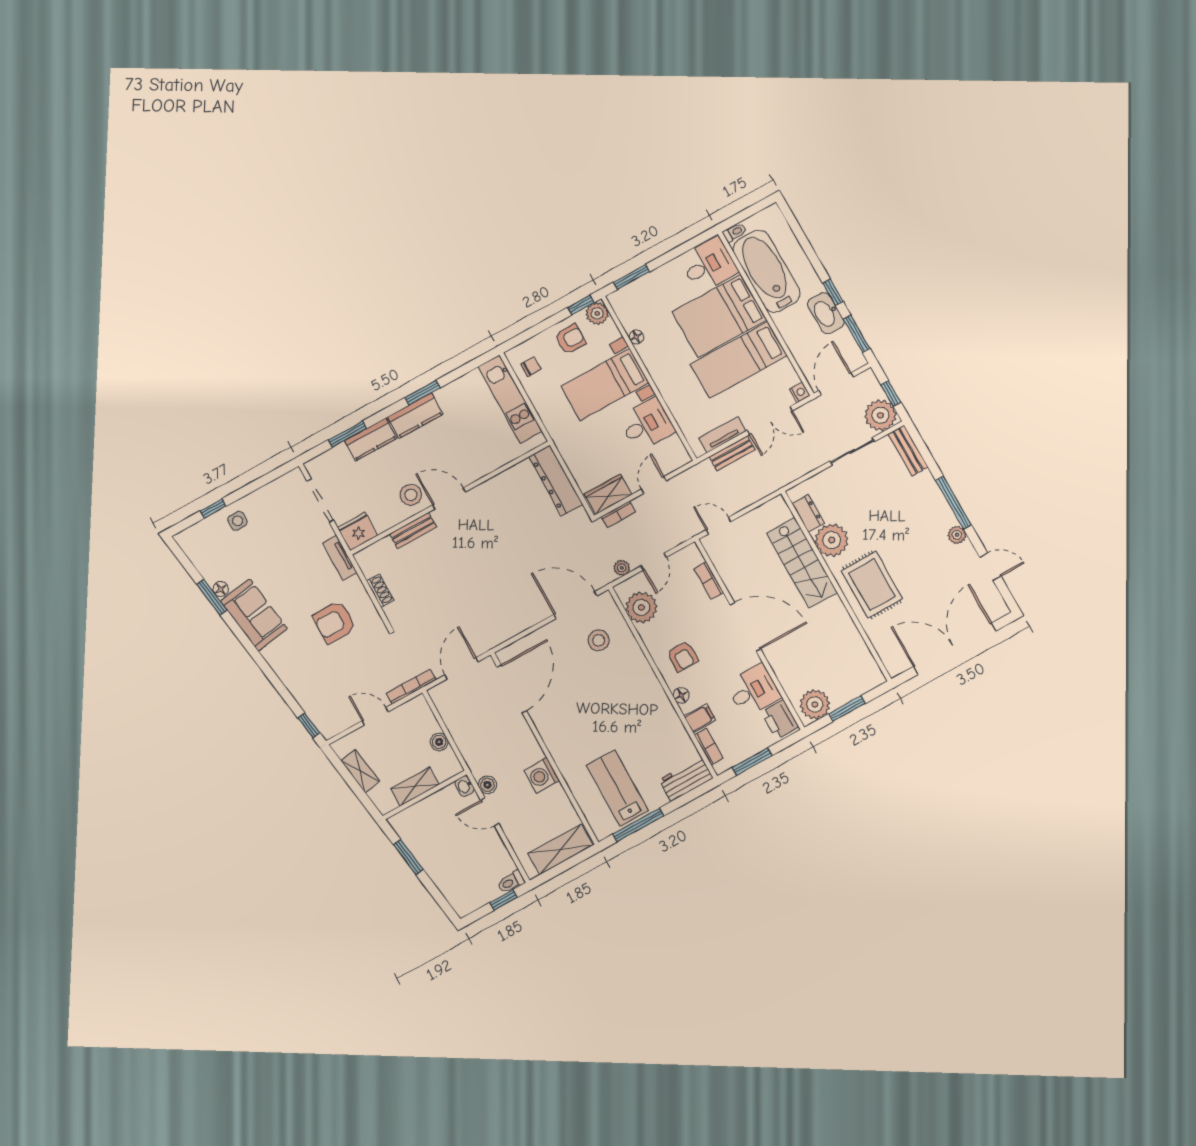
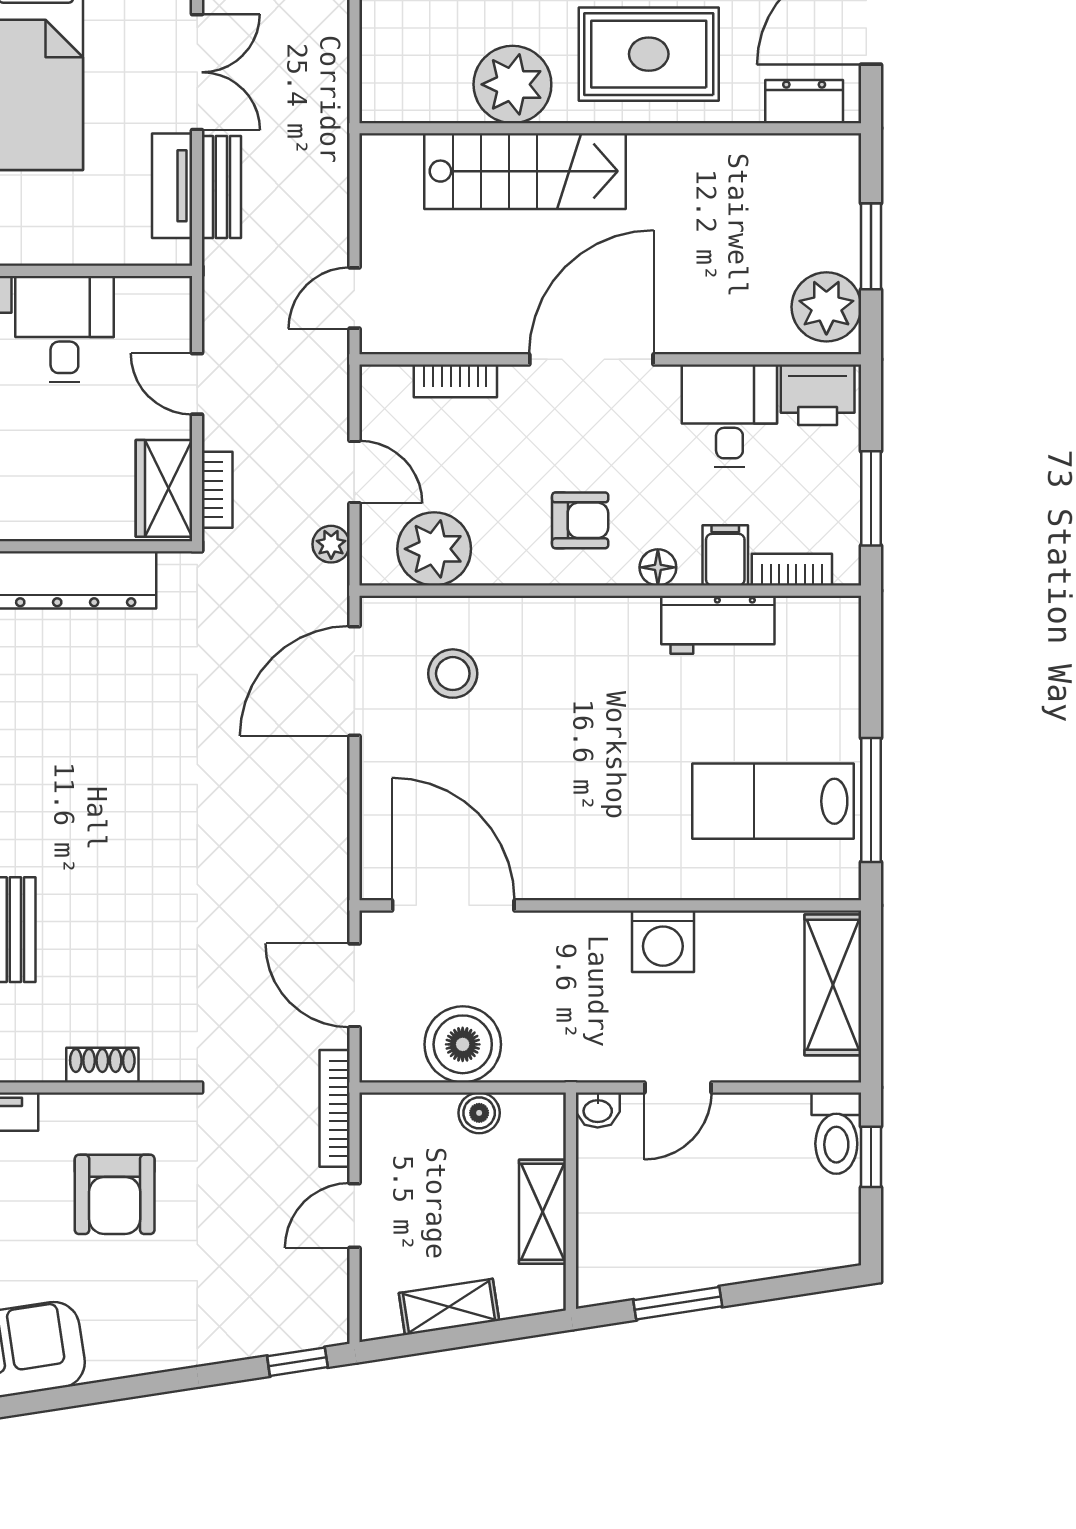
dresser: (808, 513) -> (804, 102), moved
workbench: (686, 779) -> (718, 625), moved, turned -90
boiler: (487, 785) -> (463, 1044), moved, width x1.86, depth x1.86
toilet: (511, 882) -> (836, 1133), width x1.37, depth x1.39

